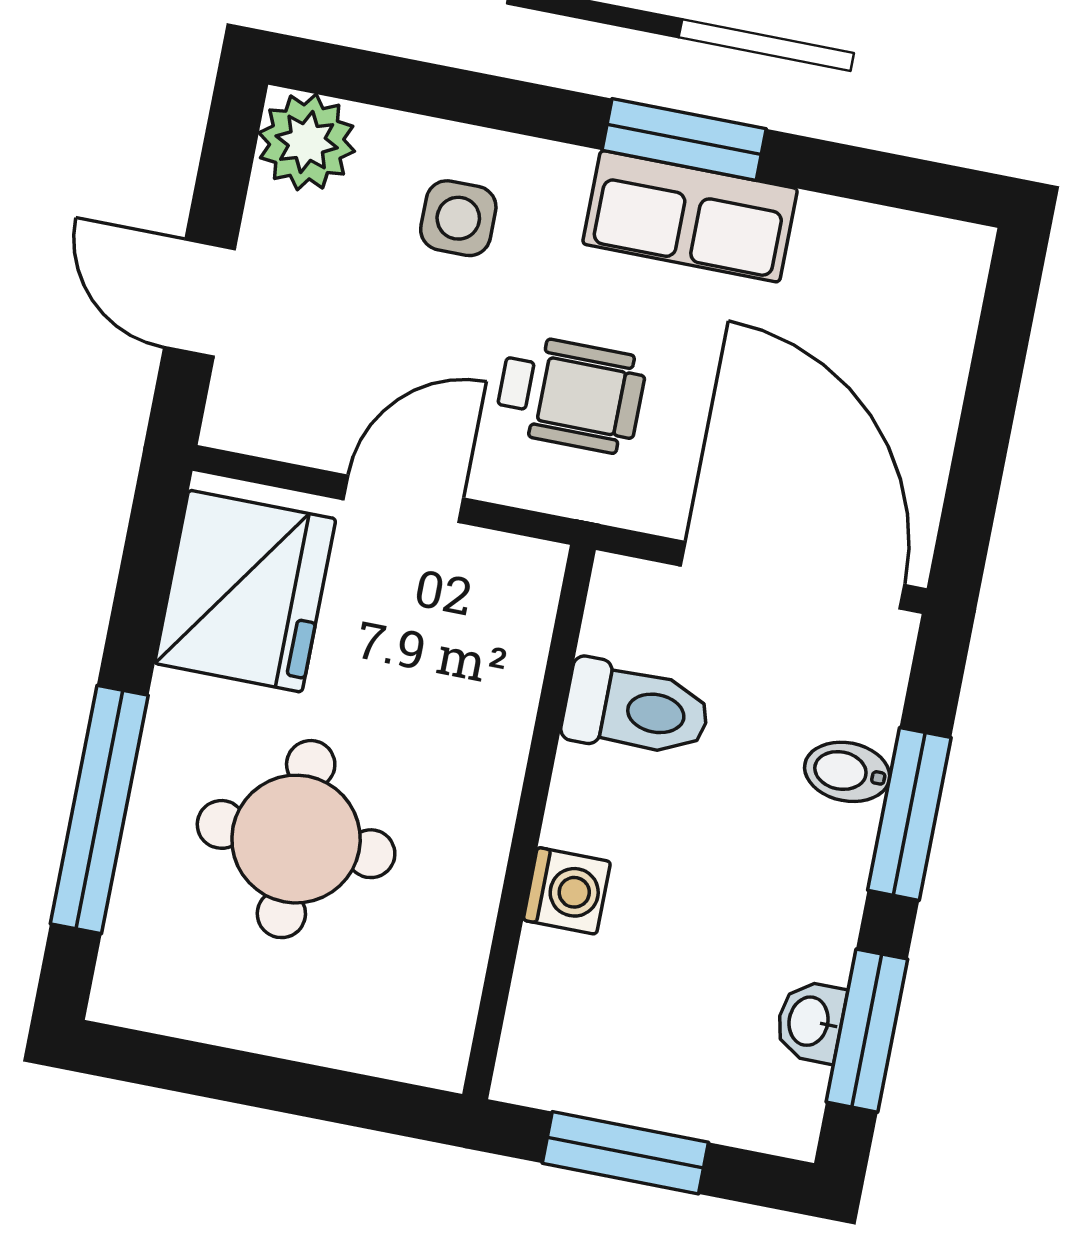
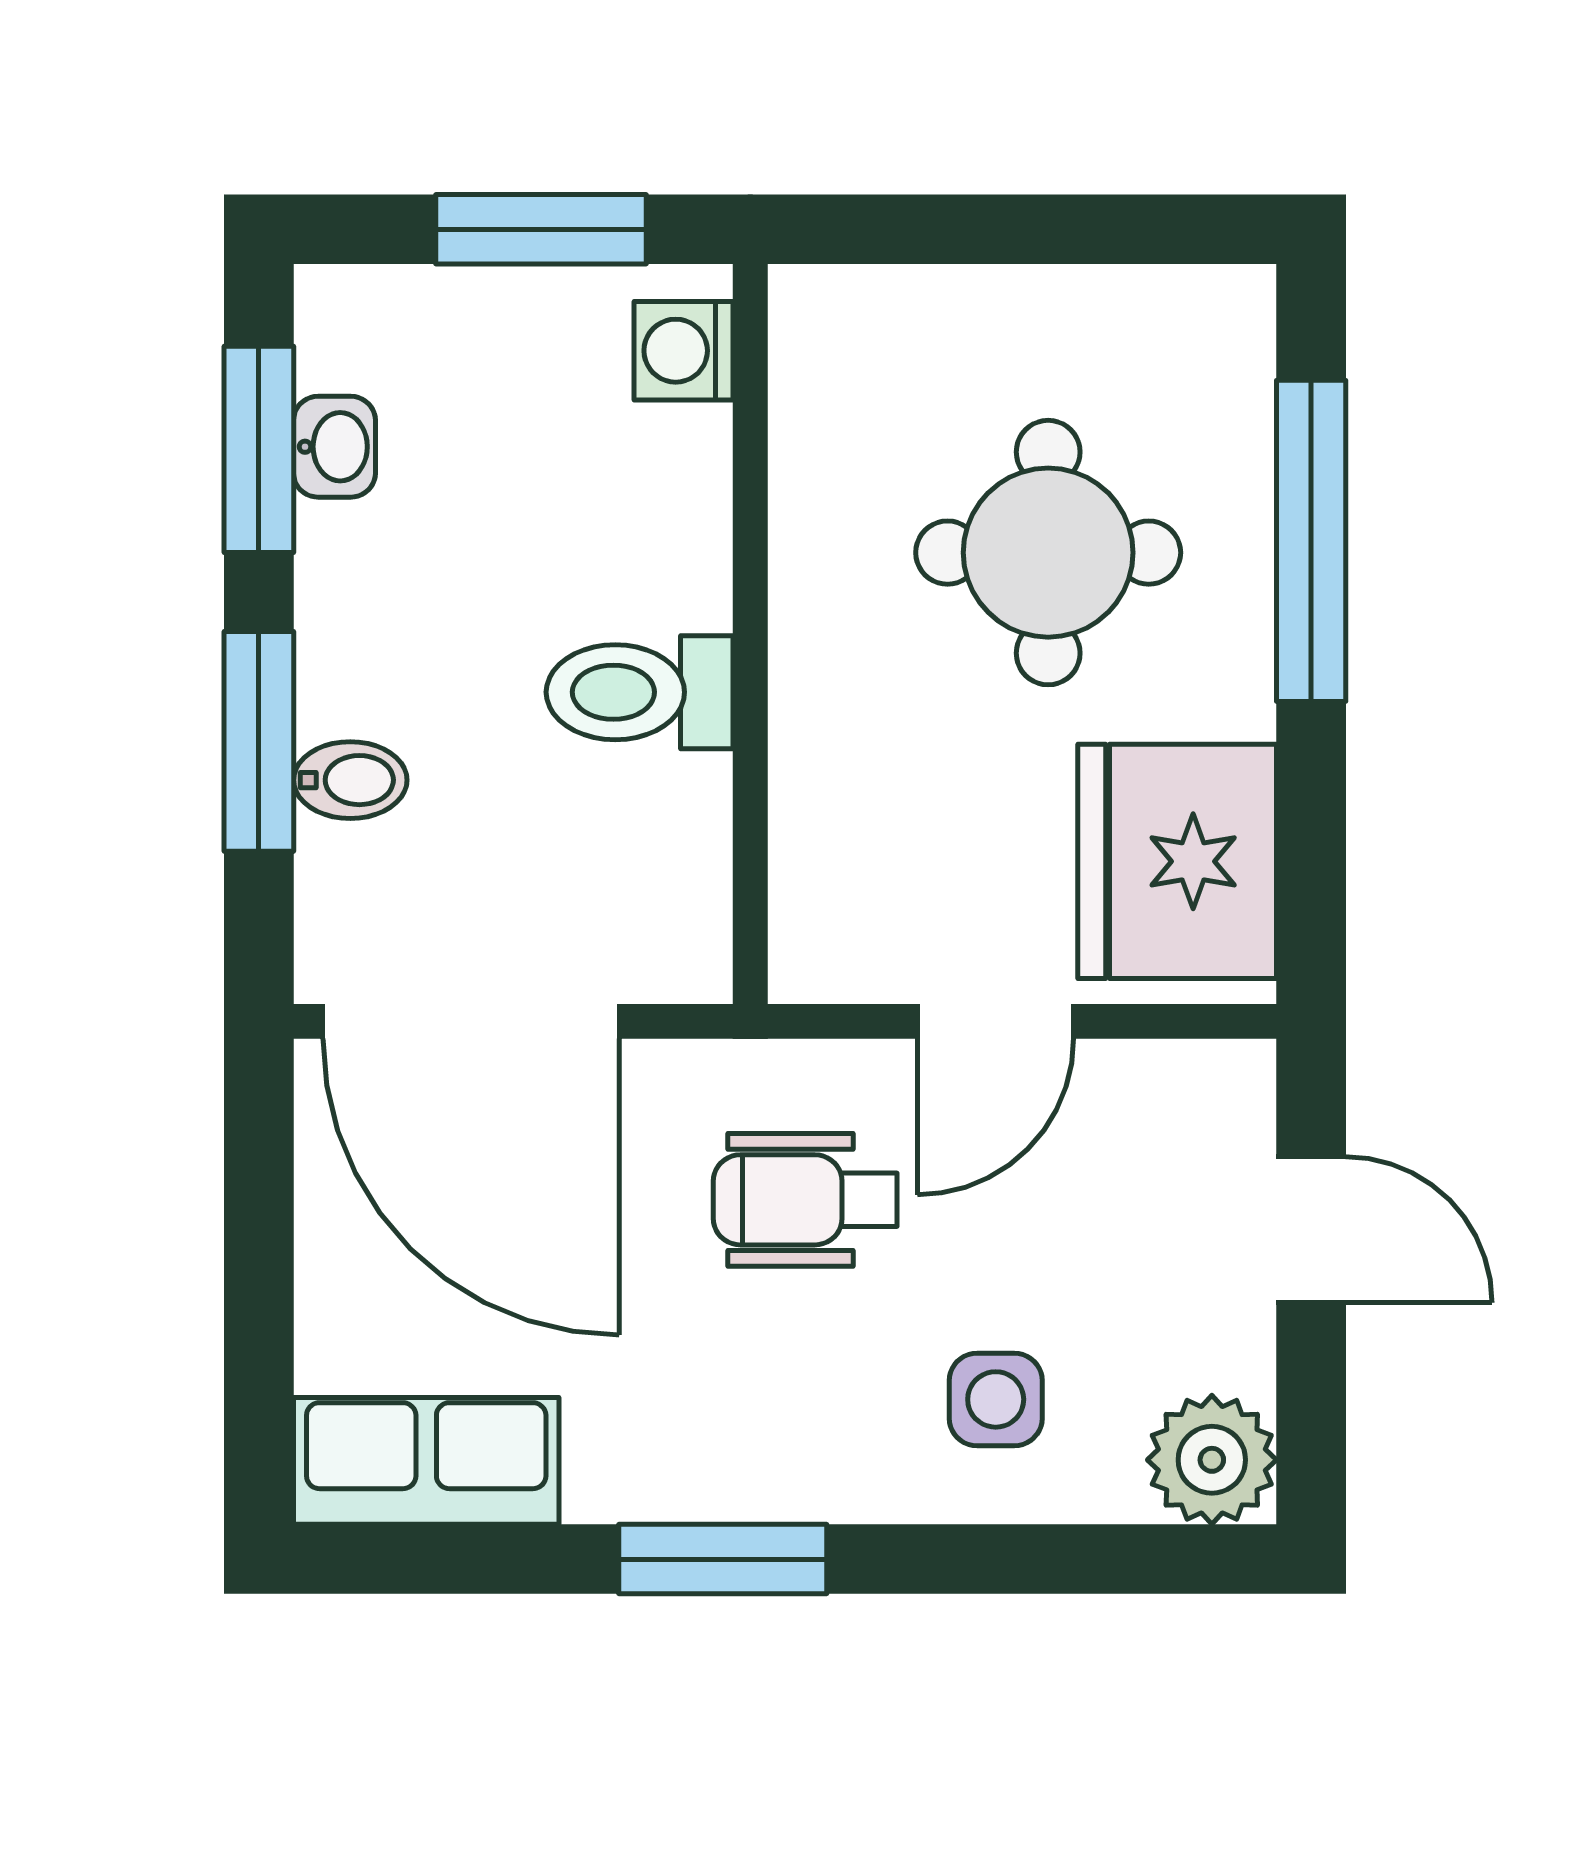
row of seats: (690, 216) -> (426, 1461), moved
toilet: (636, 710) -> (640, 692), moved
washing machine: (567, 891) -> (684, 351), moved

